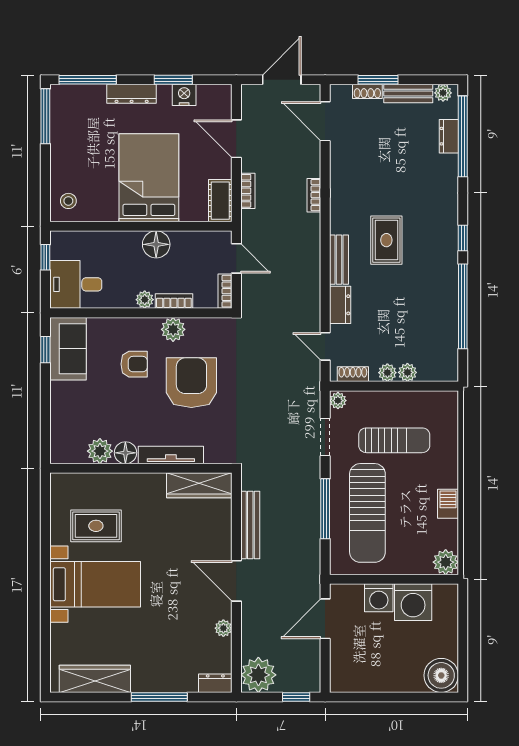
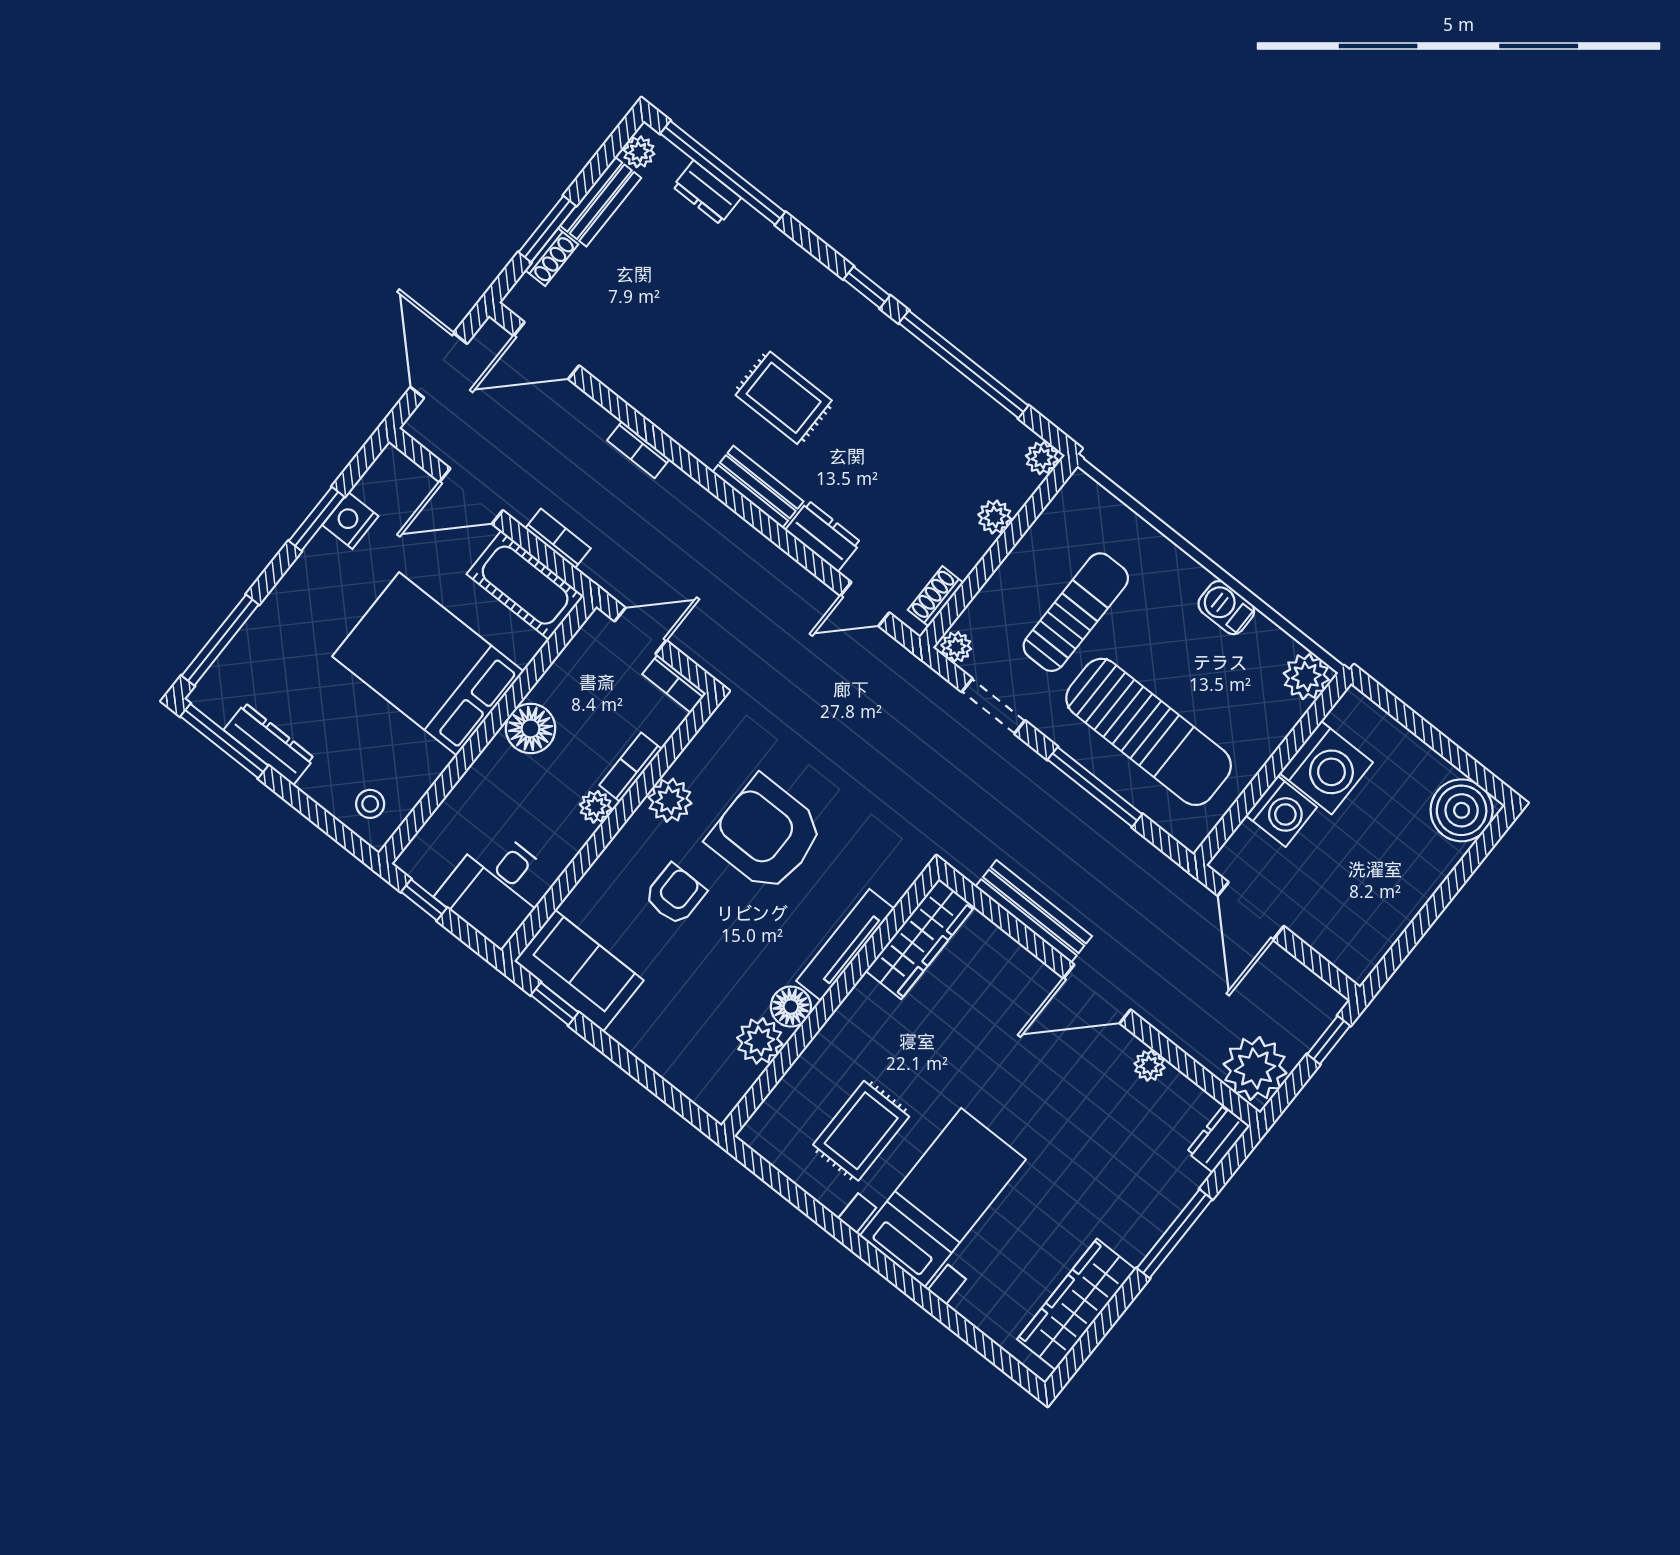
dresser: (132, 94) -> (269, 744), moved, turned -90
cot: (220, 201) -> (525, 585), width x1.37, depth x1.34
plant: (387, 373) -> (1042, 458), moved

